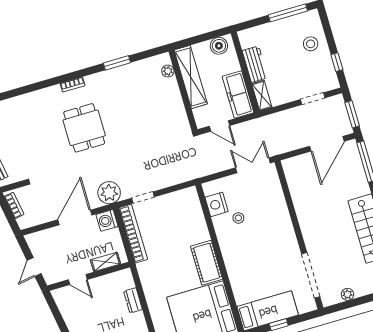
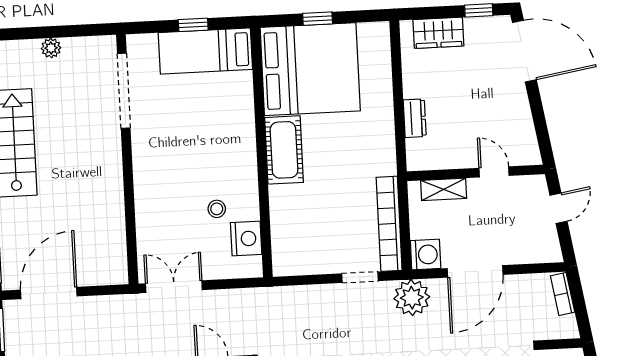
double door: (253, 165) -> (174, 287), swing flipped
bookcase: (14, 205) -> (563, 294), moved
plant: (347, 294) -> (51, 48), moved

